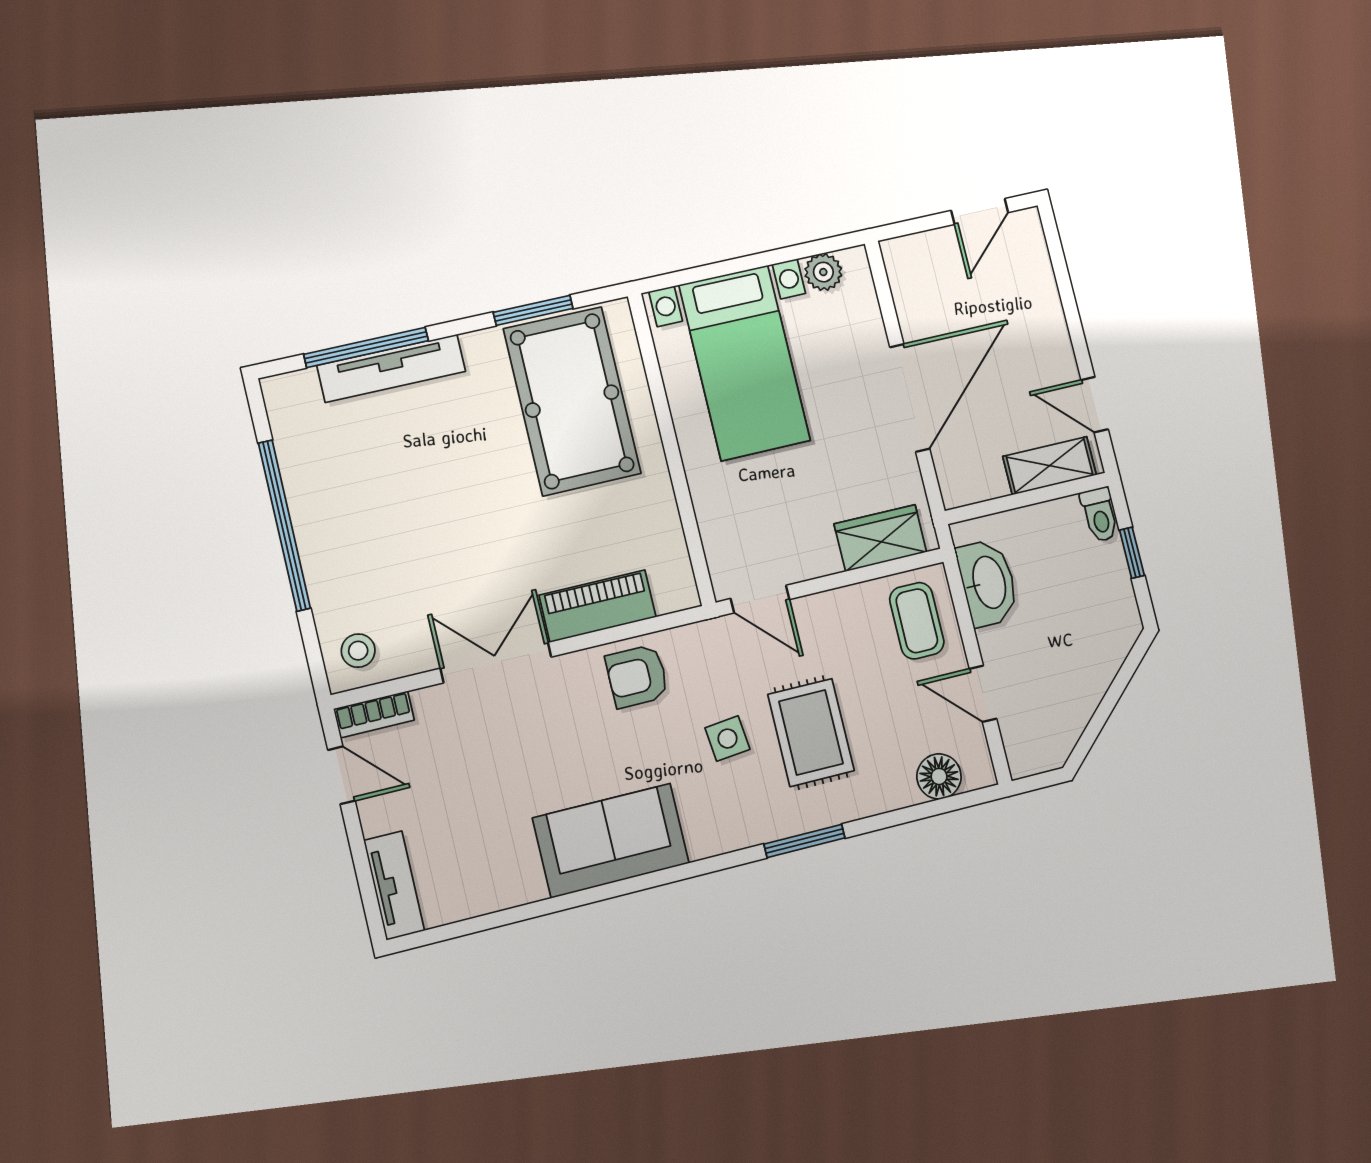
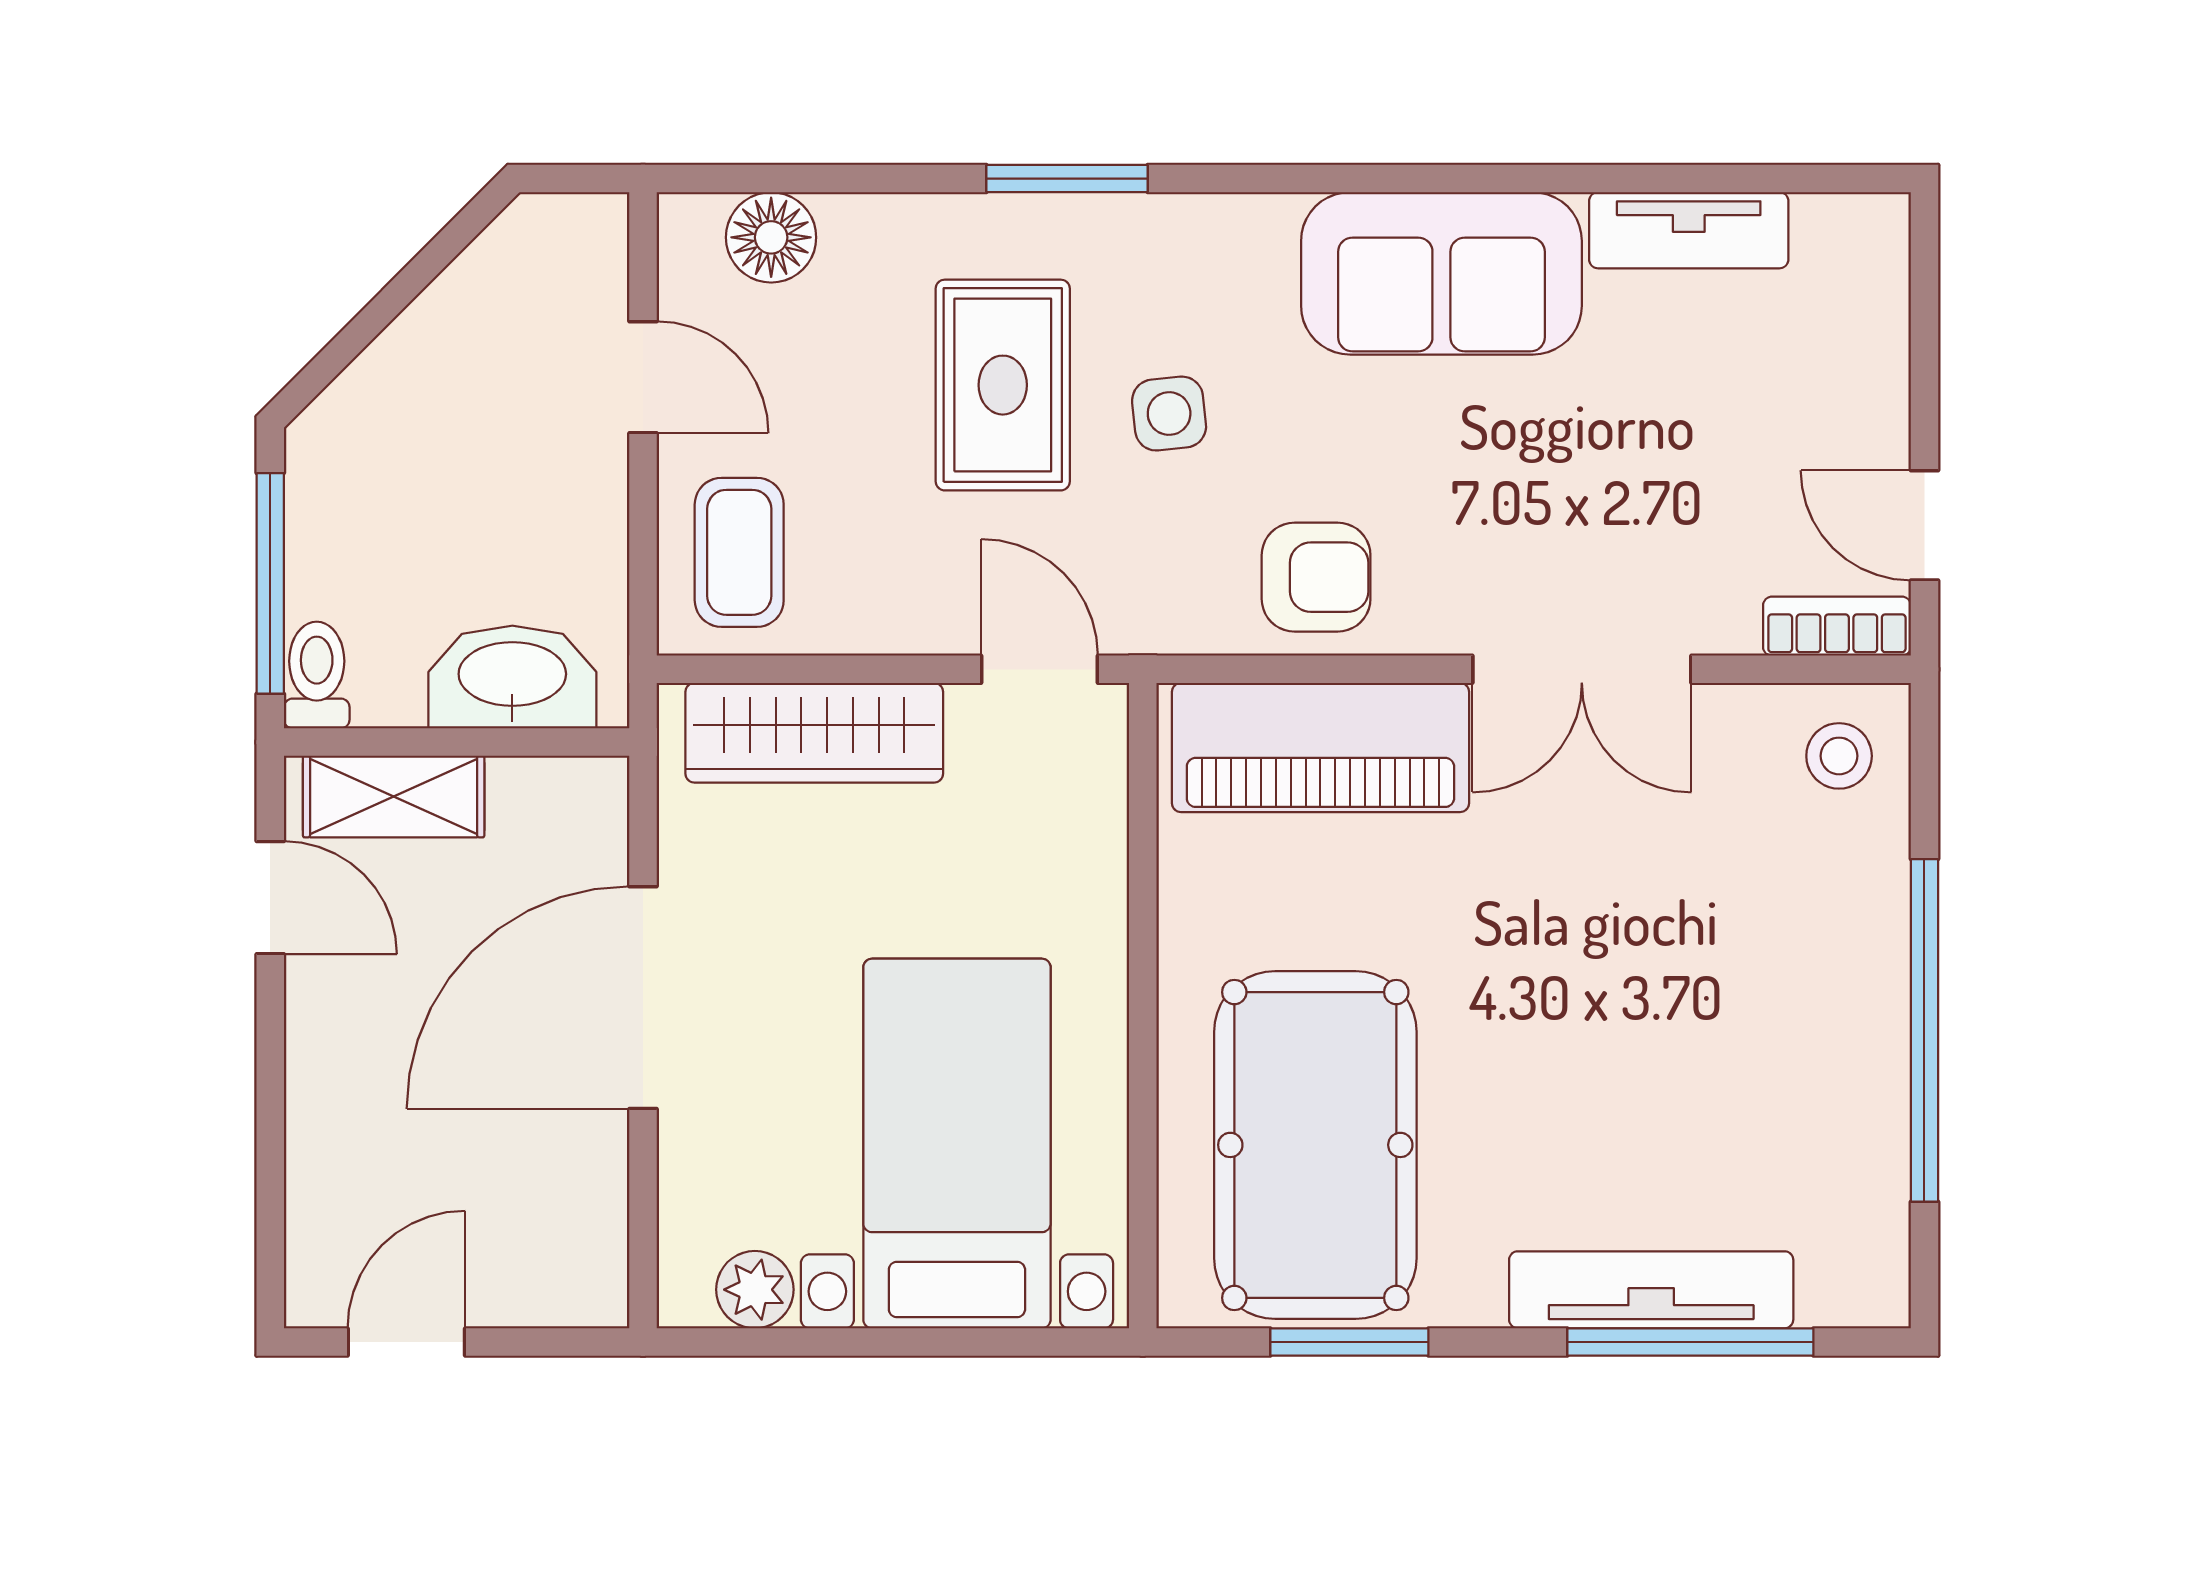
wardrobe: (880, 538) -> (814, 733), width x1.50
window: (1132, 553) -> (270, 583), width x2.17
washbasin: (988, 583) -> (512, 677), moved, turned 90
piano: (598, 606) -> (1320, 748), width x1.37, depth x1.33
tv unit: (394, 885) -> (1689, 230), moved, turned -90

